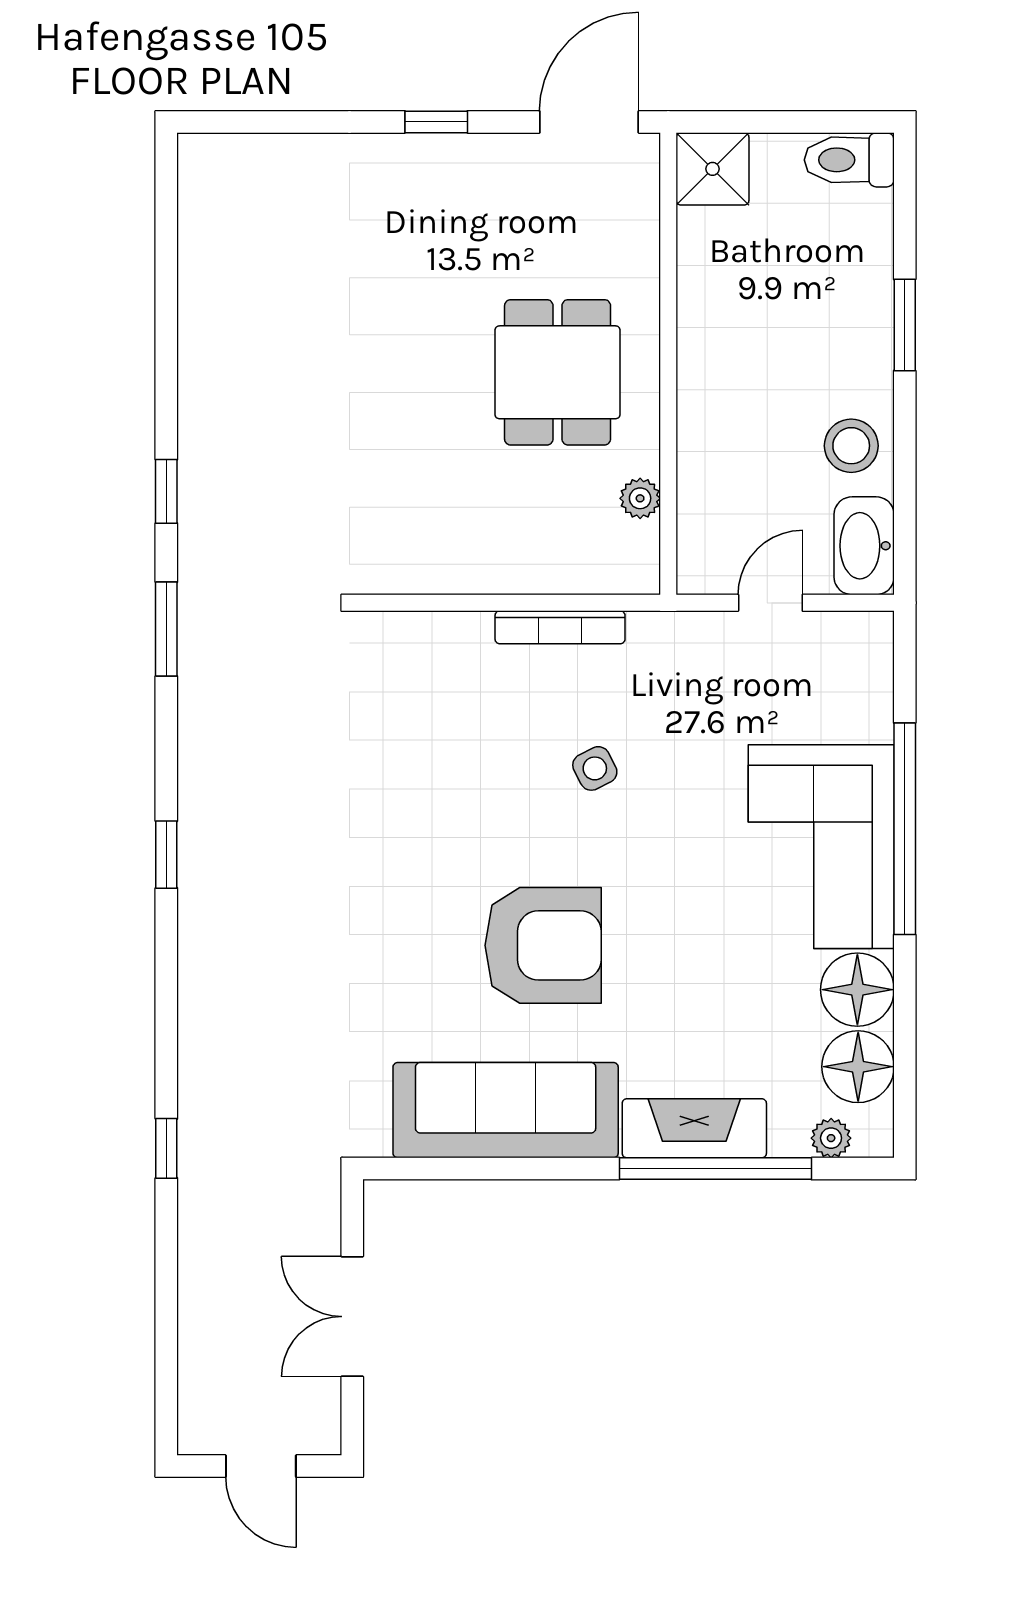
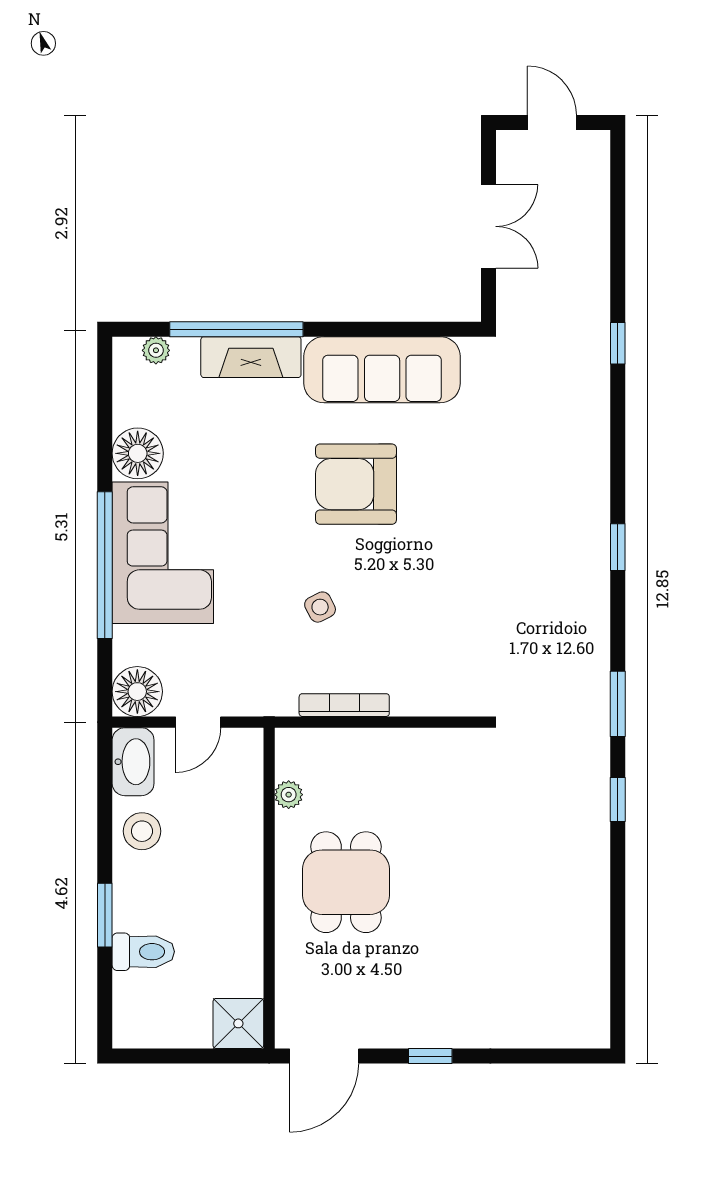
toilet: (849, 160) -> (143, 952), moved
floor lamp: (858, 1067) -> (137, 692), moved

